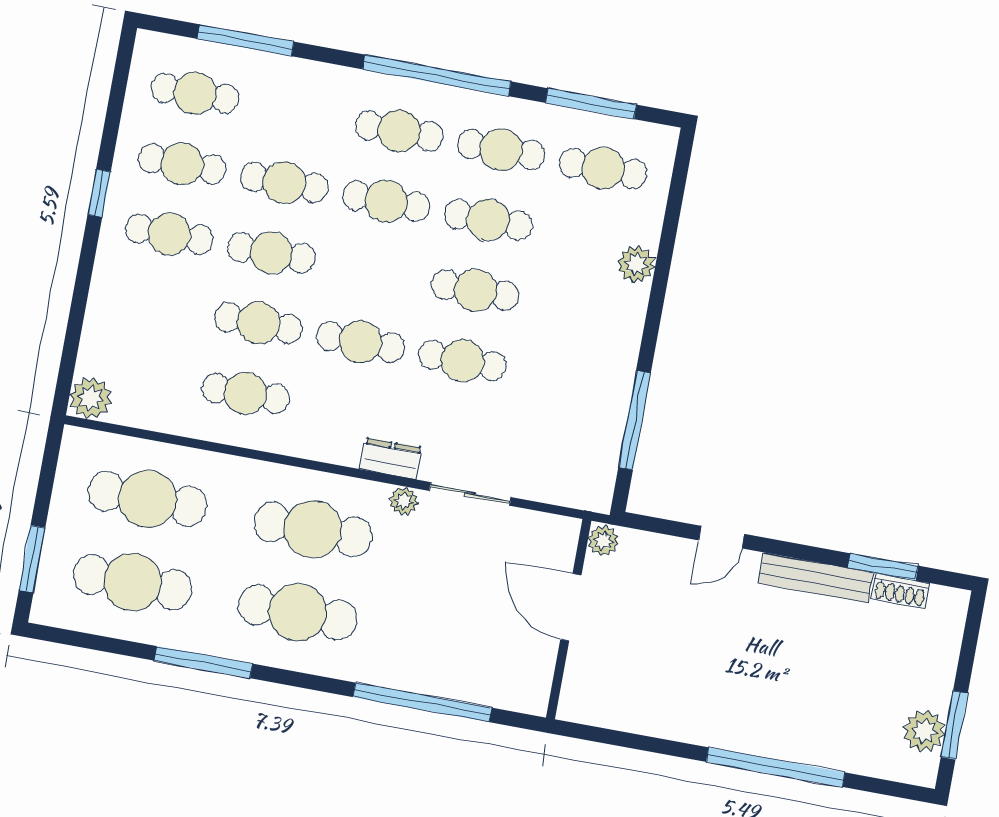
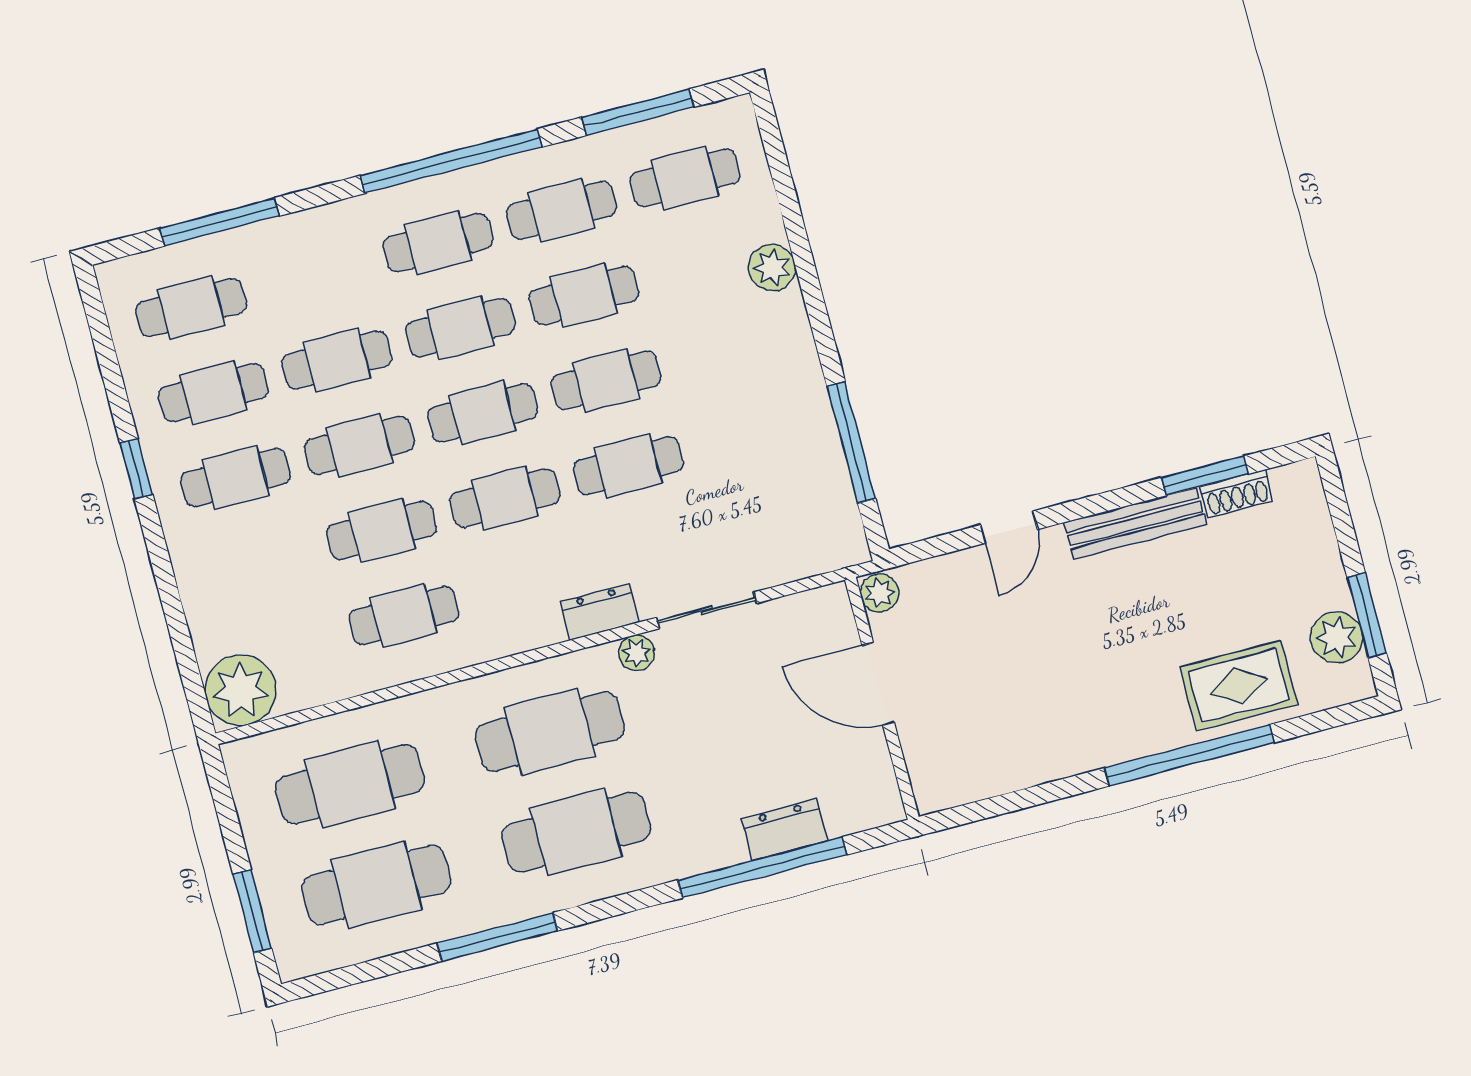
cafe table: (373, 271) -> (483, 413), added
plant: (90, 398) -> (240, 690), width x1.36, depth x1.36
dresser: (452, 682) -> (784, 830), added
rug: (836, 733) -> (1239, 686), added

